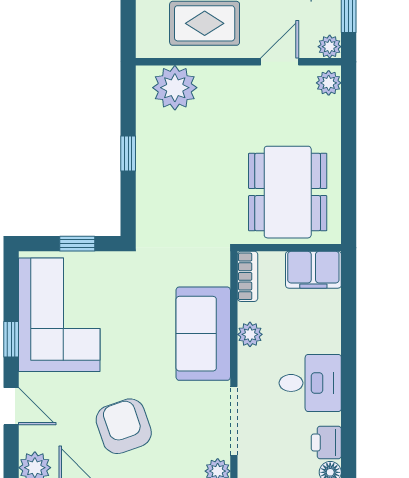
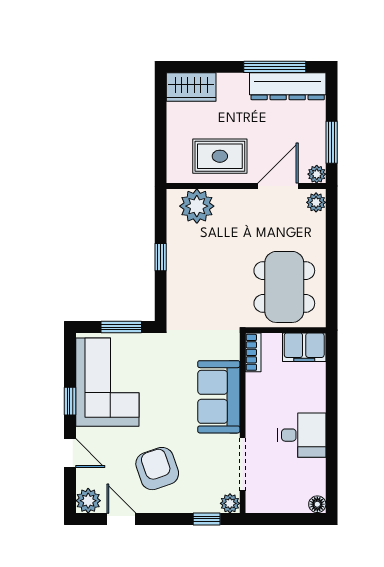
door: (280, 62) -> (278, 186), width x1.38
window: (77, 244) -> (121, 327), width x1.50
plant: (250, 334) -> (255, 397), removed
printer: (326, 443) -> (314, 481), removed

